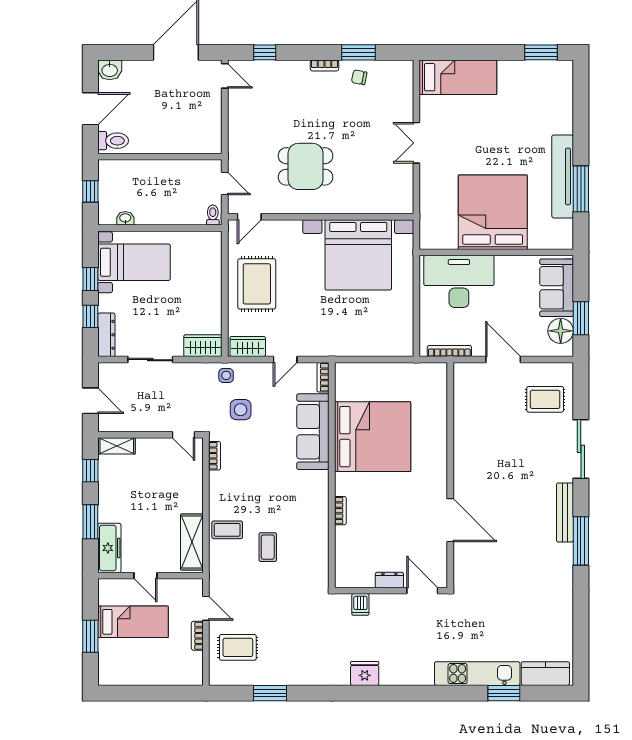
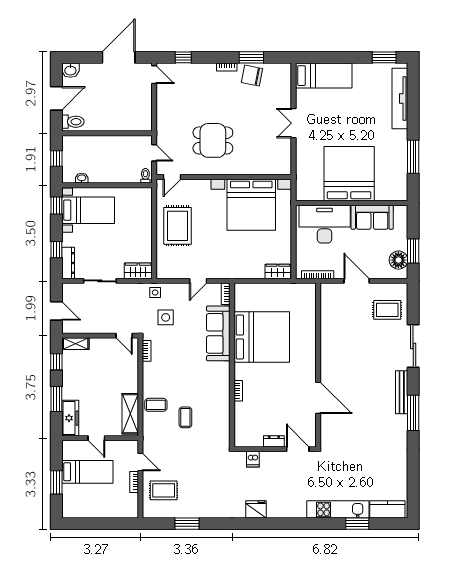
chair: (359, 77) -> (252, 76), width x1.87, depth x1.87
tv unit: (563, 176) -> (400, 99), moved
window: (90, 279) -> (56, 205), moved
sofa: (557, 288) -> (372, 217), moved, turned -90
wardrobe: (248, 346) -> (278, 271), moved

